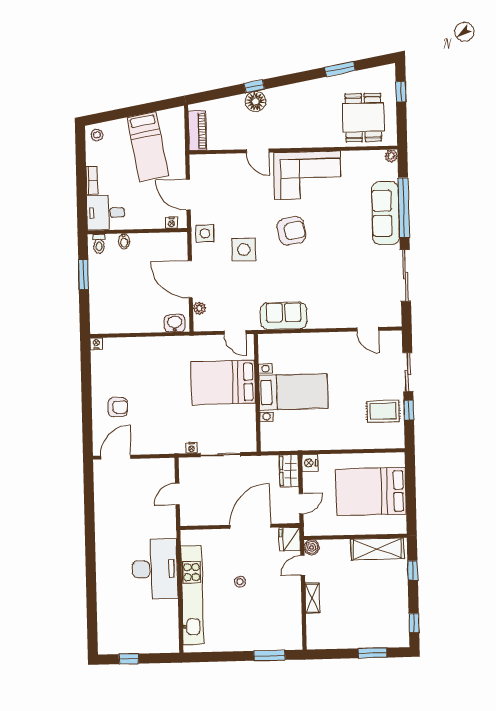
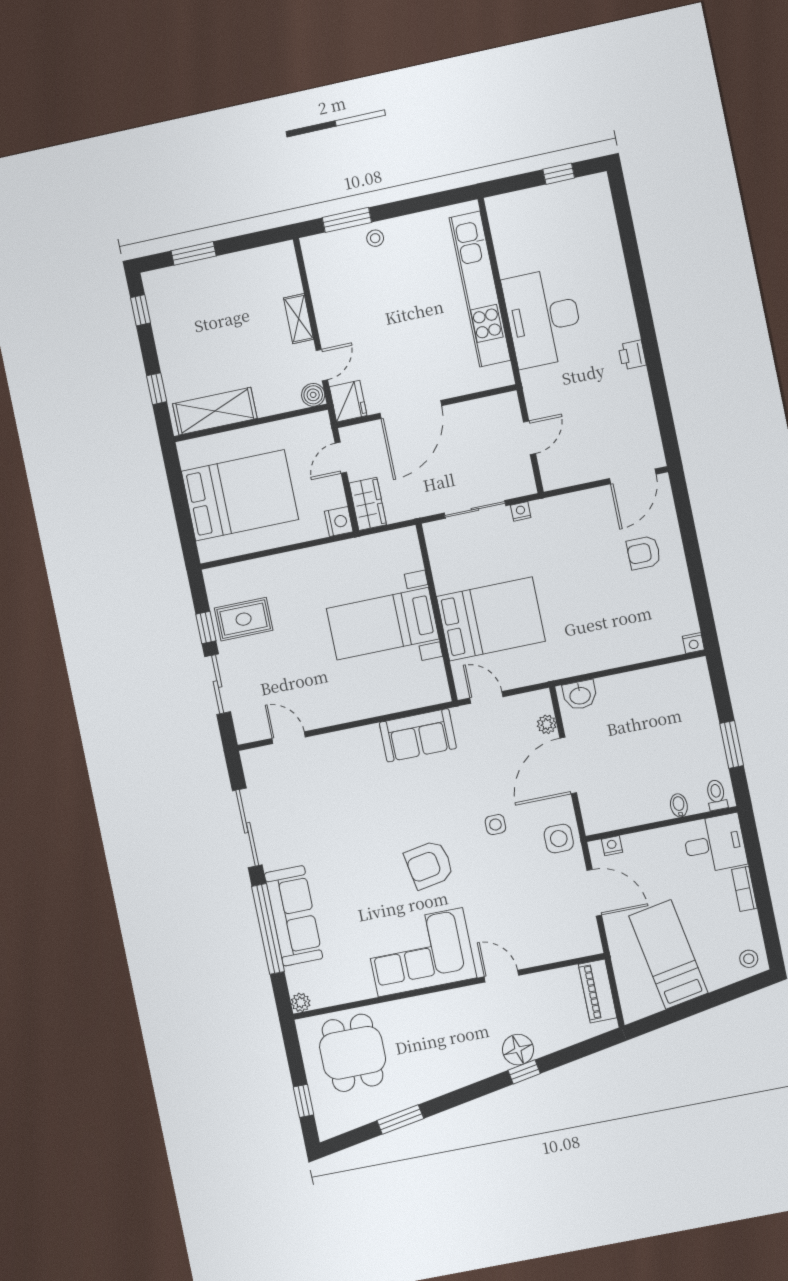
side table: (244, 250) -> (495, 825), width x0.54, depth x0.54
door: (190, 279) -> (568, 766), swing flipped
printer: (103, 535) -> (632, 355), added
stool: (240, 582) -> (375, 238), moved

